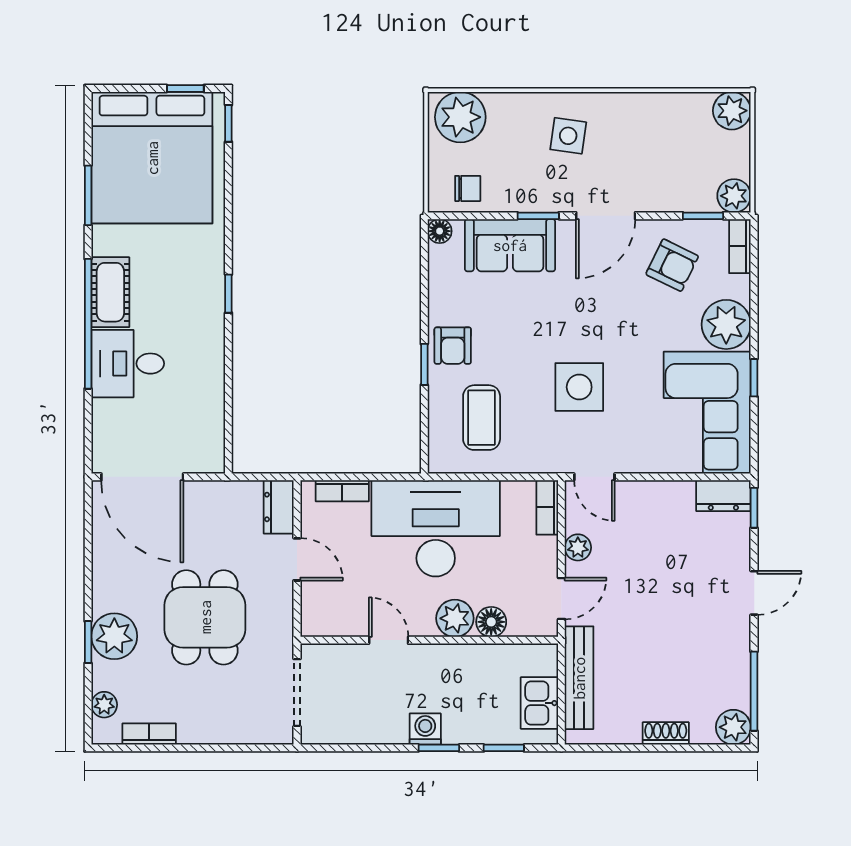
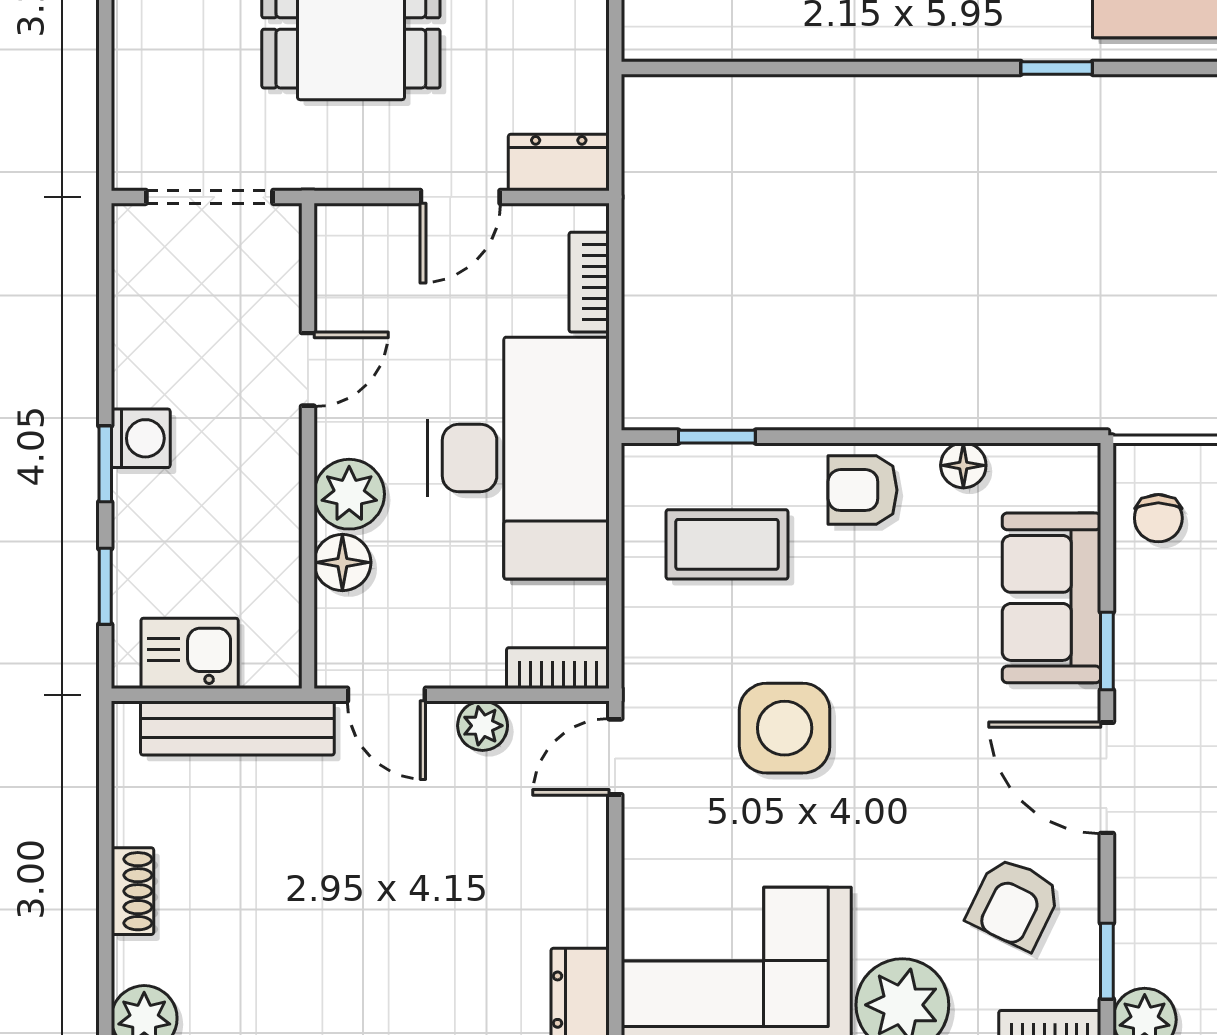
floor lamp: (440, 231) -> (963, 465), moved
window: (228, 294) -> (1057, 68), moved
window: (424, 364) -> (717, 437), moved

